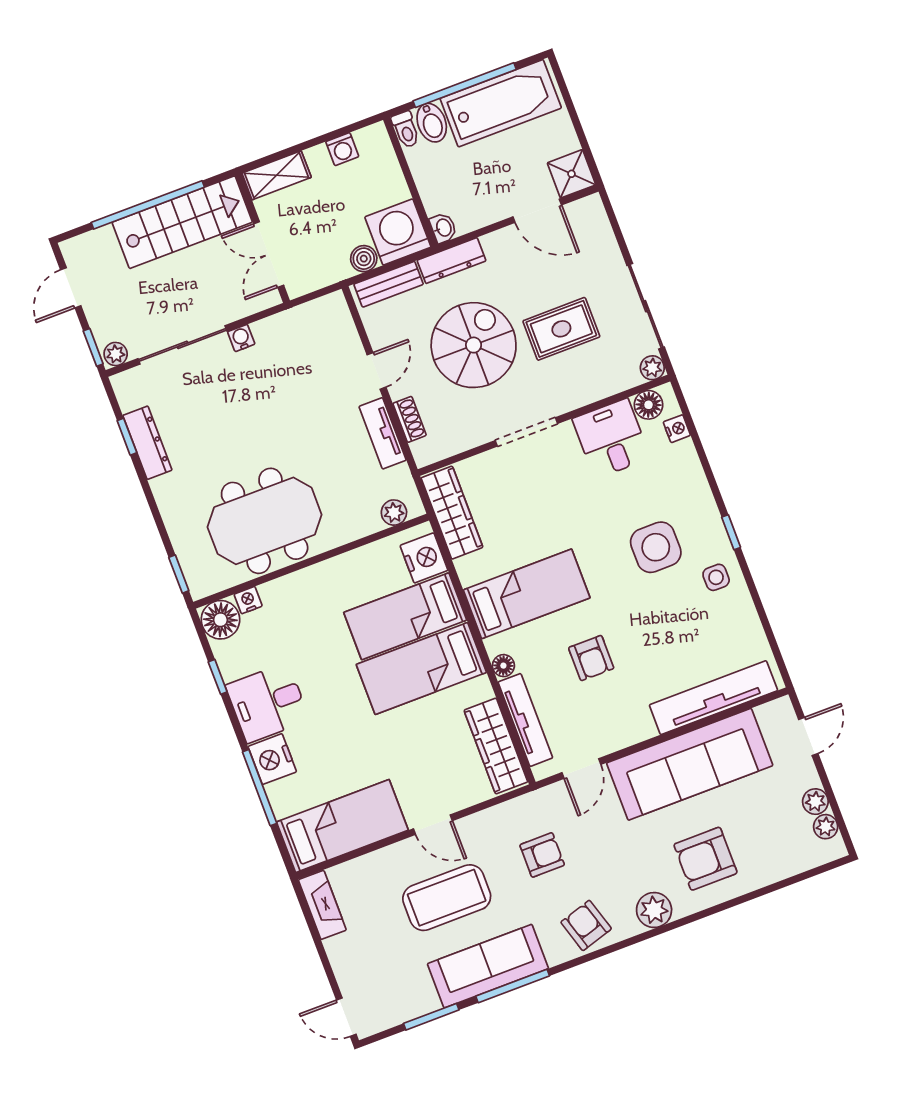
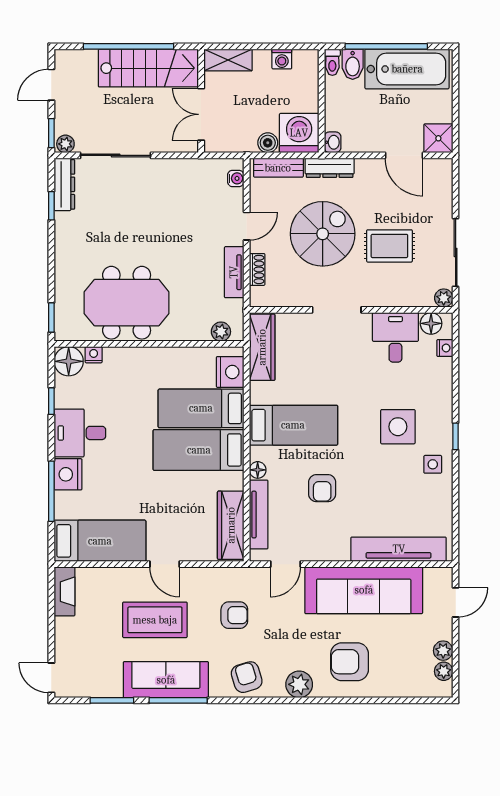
water cooler: (241, 338) -> (236, 178), moved, turned 90
dresser: (147, 443) -> (64, 184), moved

